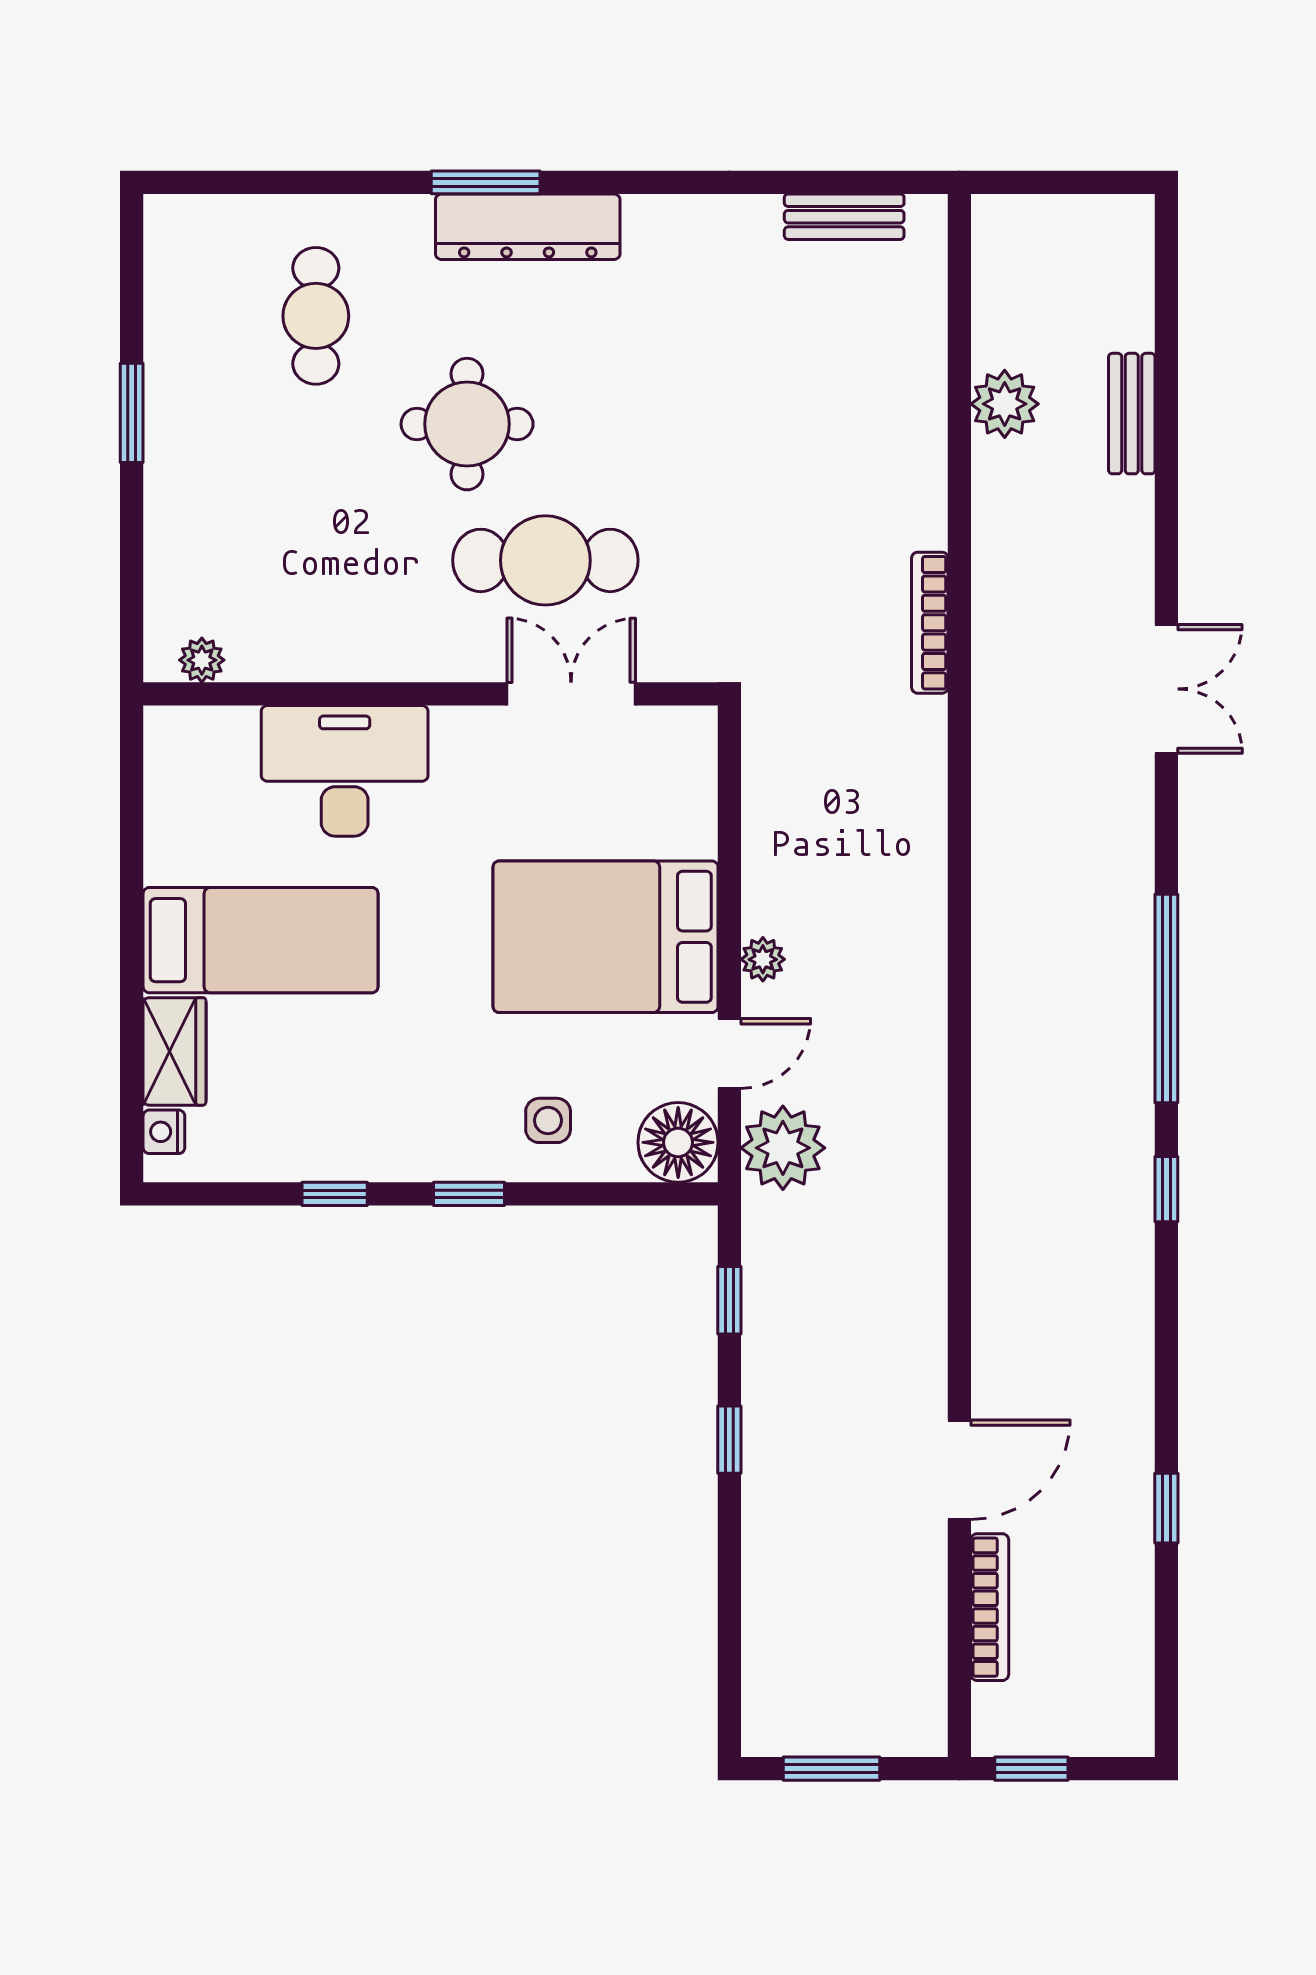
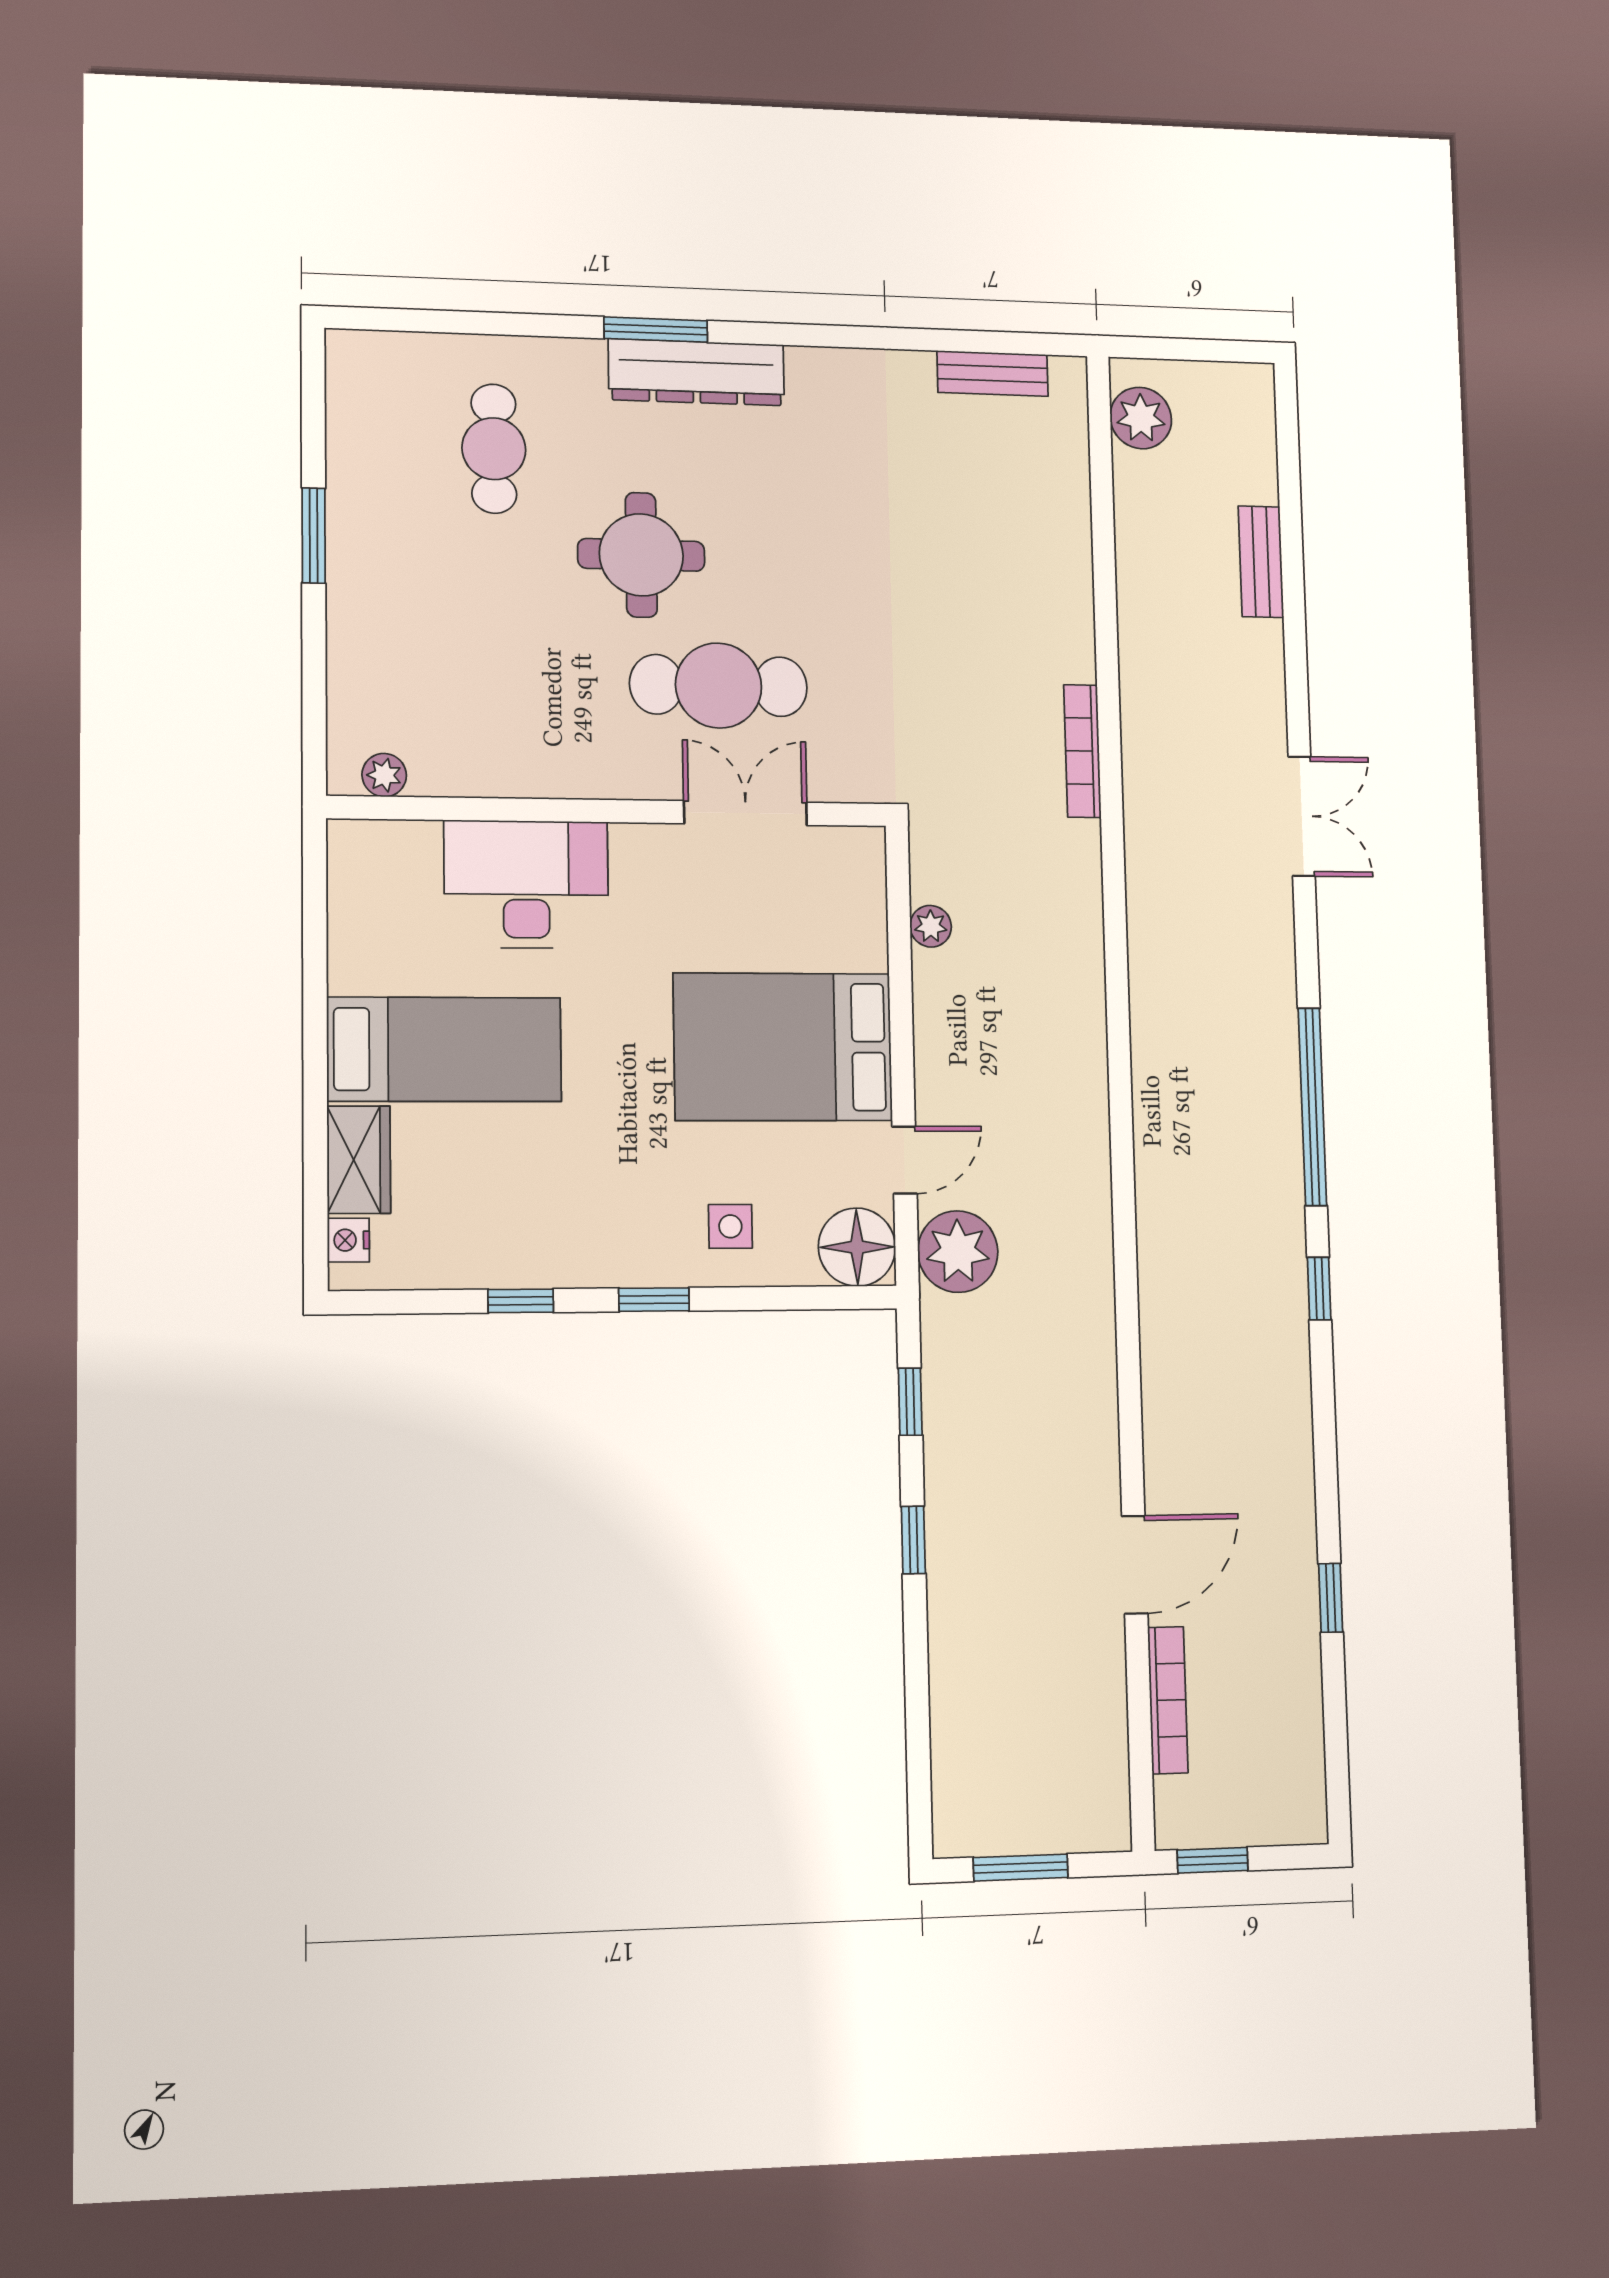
plant: (1005, 404) -> (1141, 418), moved
plant: (763, 959) -> (931, 926), moved

